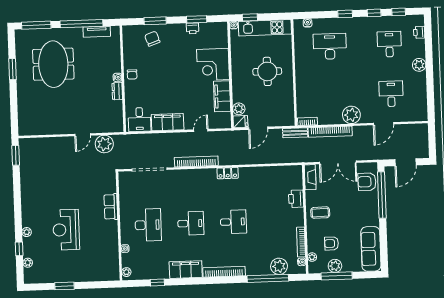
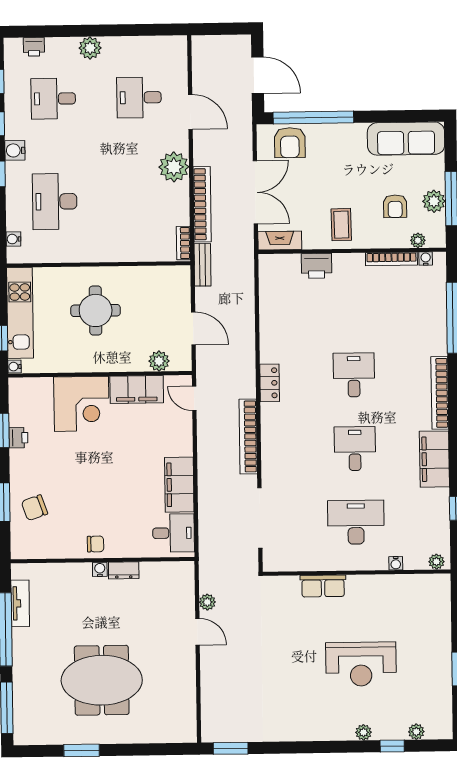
water cooler: (359, 23) -> (15, 150), added
meeting table: (53, 64) -> (102, 680), moved
fridge: (240, 122) -> (181, 359), removed
door: (201, 130) -> (194, 398), moved
plant: (104, 144) -> (207, 602), width x0.53, depth x0.53
plant: (279, 266) -> (432, 298), removed

